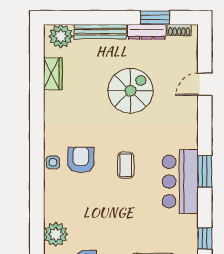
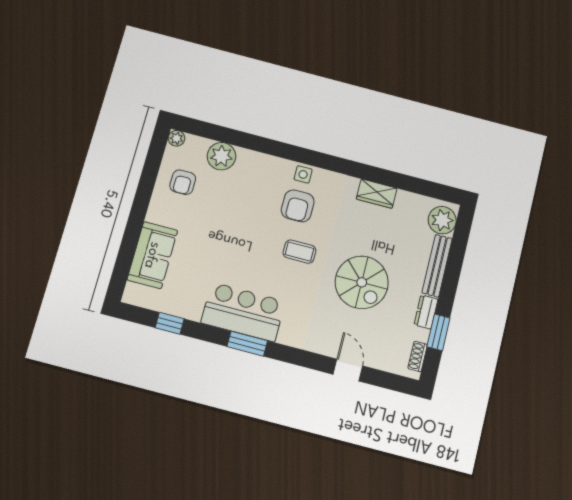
dresser: (147, 32) -> (426, 312), width x0.70
wardrobe: (53, 74) -> (377, 194), moved
armchair: (81, 160) -> (298, 206), turned 90
coffee table: (126, 165) -> (299, 252), moved

